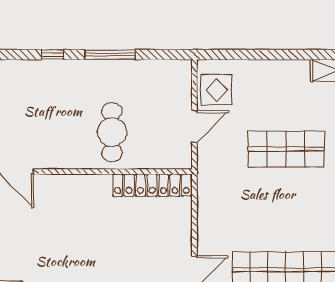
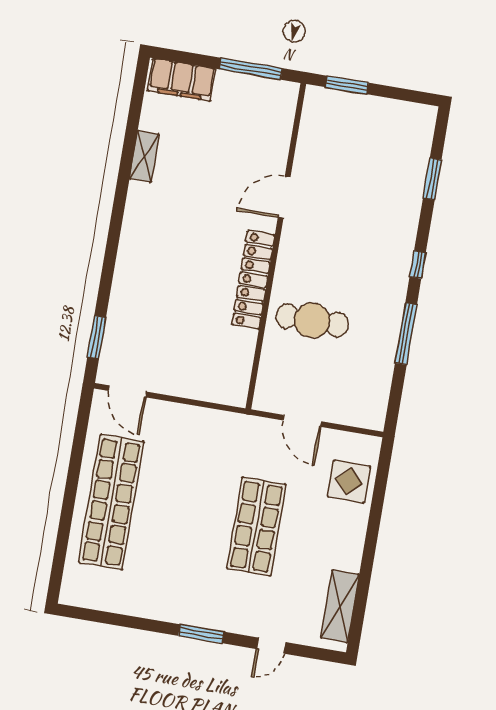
display table: (217, 90) -> (349, 481), moved
locker: (152, 185) -> (253, 280), moved

